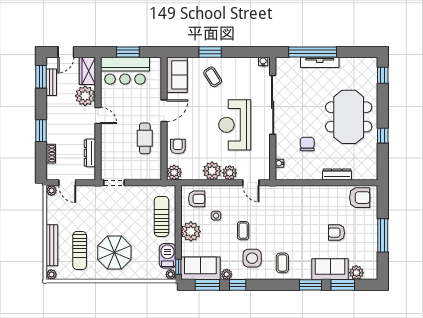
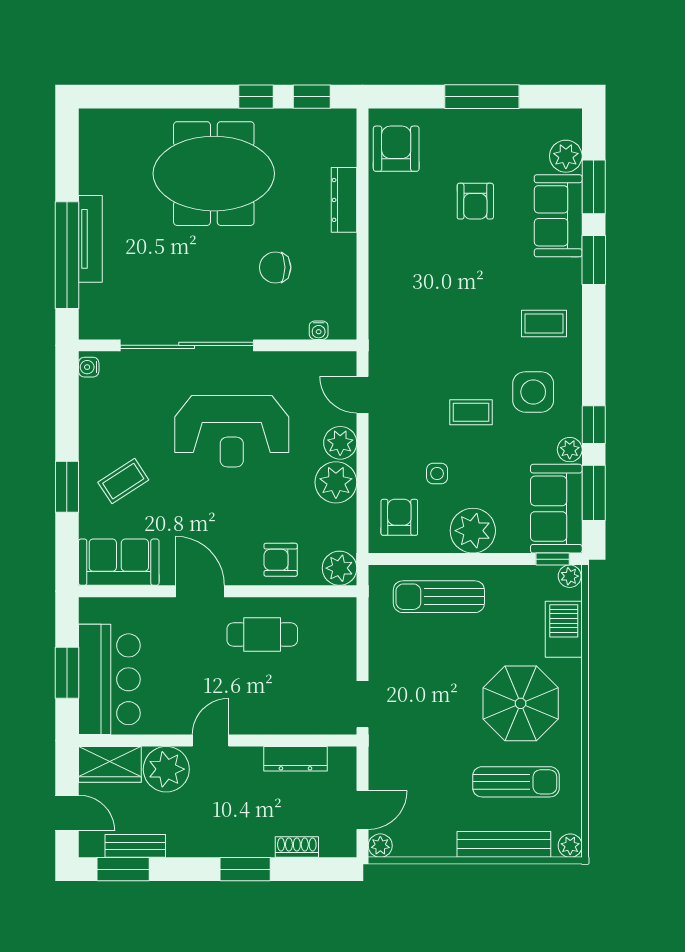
window: (383, 75) -> (312, 97), moved
door: (251, 183) -> (363, 395), swing flipped
barbecue: (168, 256) -> (564, 629), moved, turned 90

